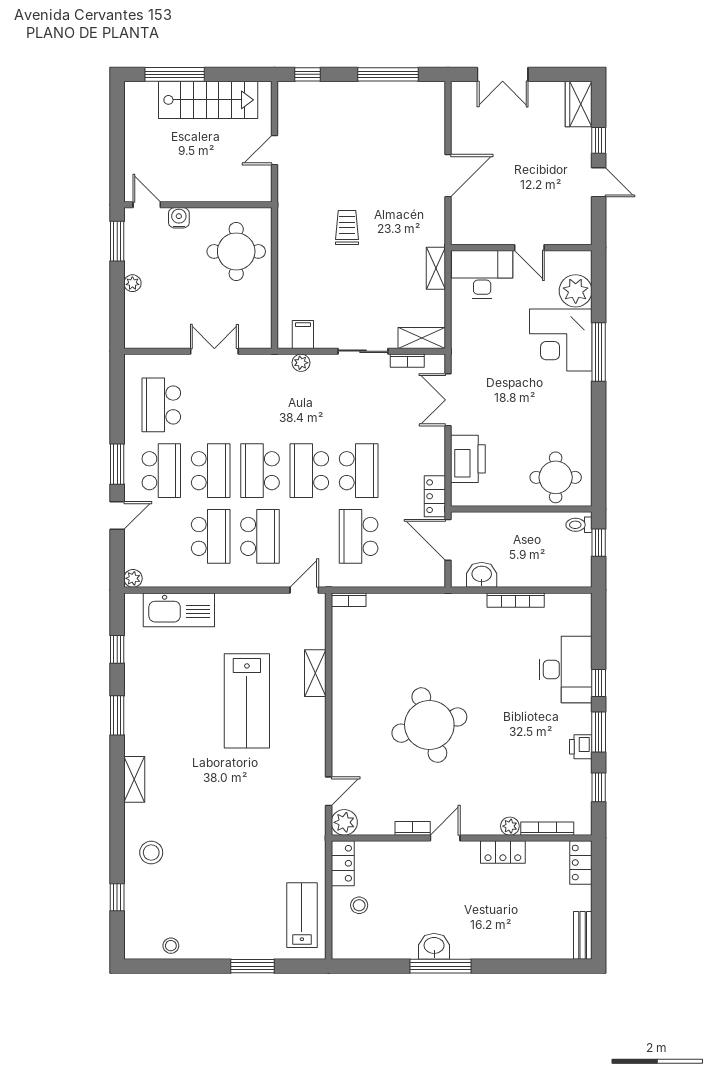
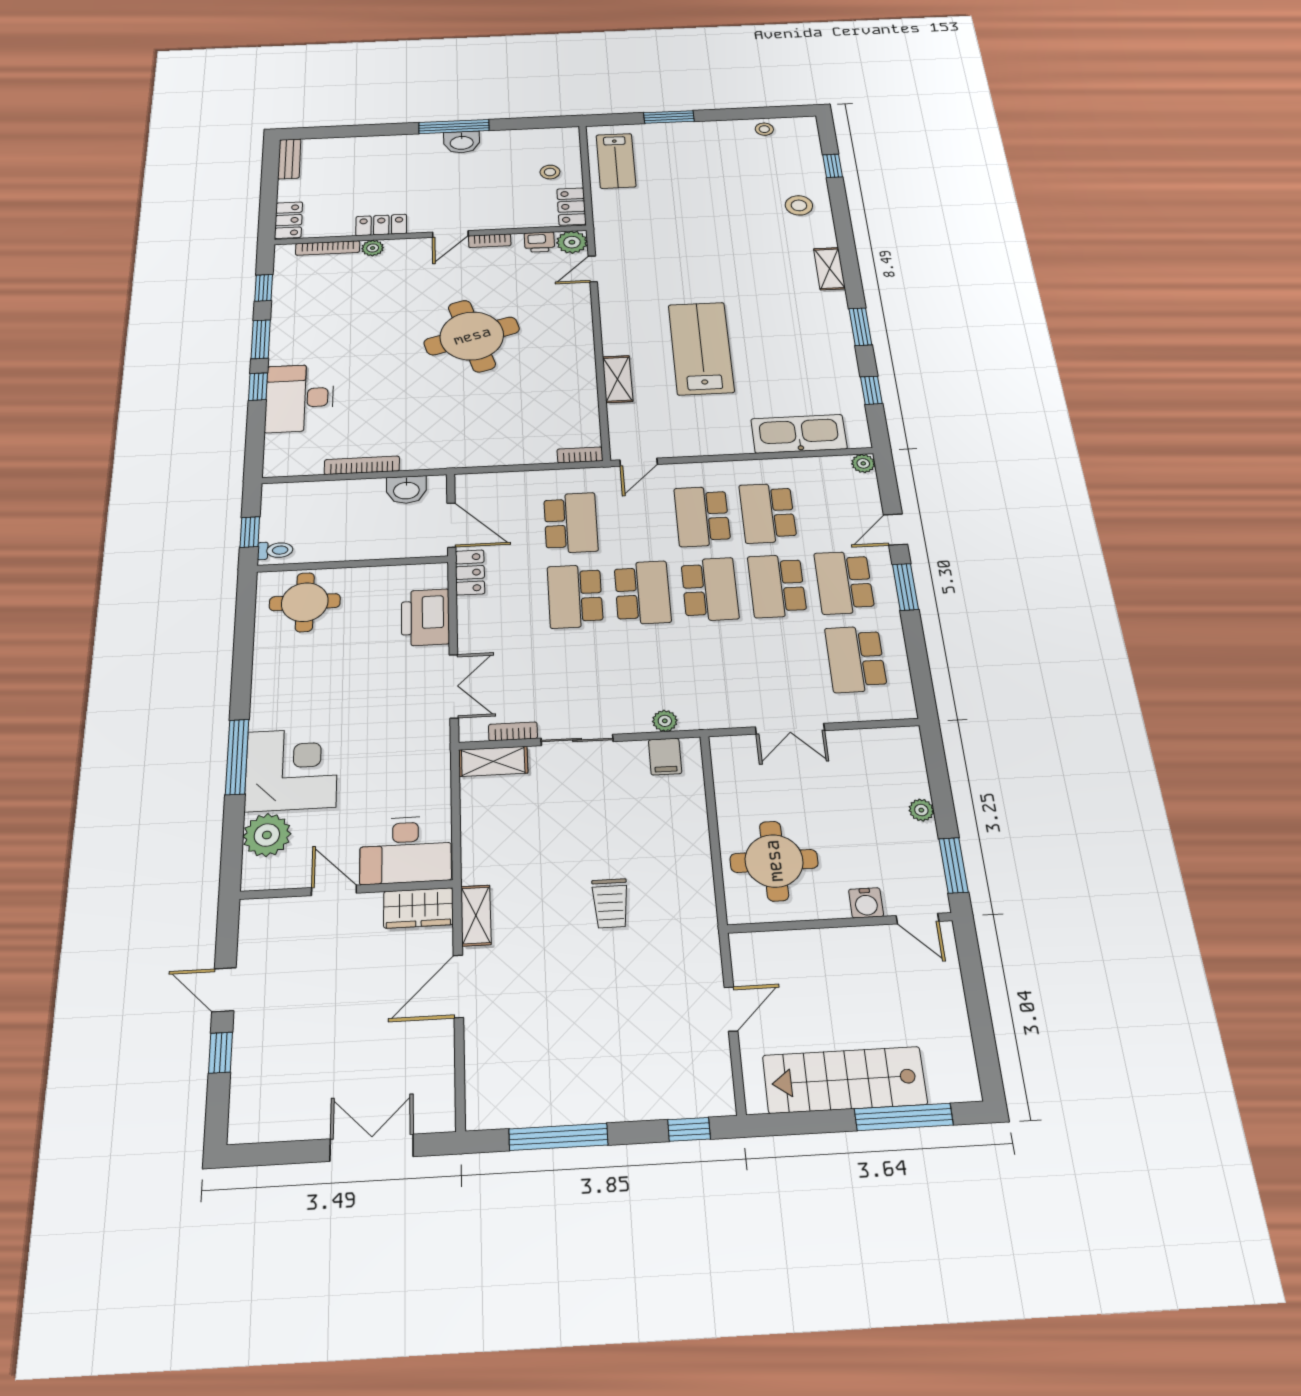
wardrobe: (579, 104) -> (418, 908), moved, turned 90
shelving: (436, 268) -> (476, 915), moved
school desk: (161, 405) -> (856, 659), turned 180
printer: (581, 747) -> (539, 242), moved, turned 90

